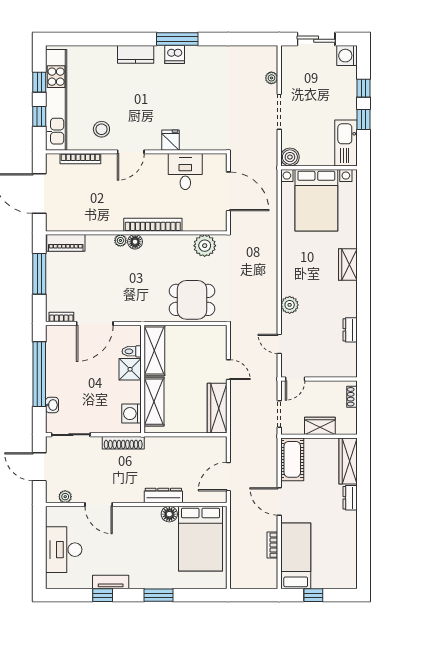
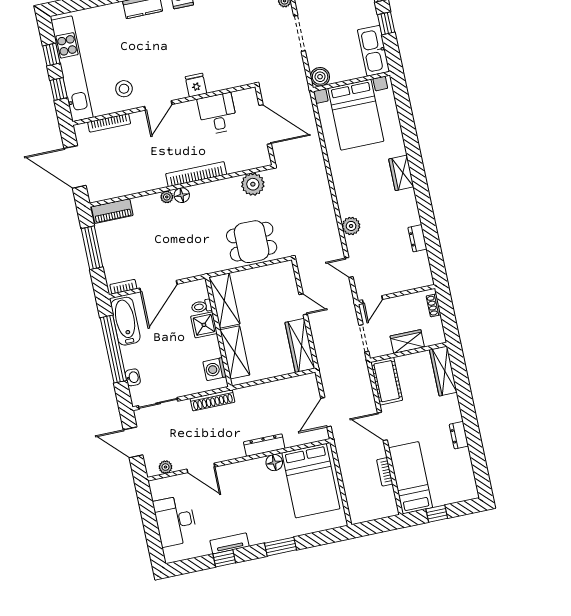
bathtub: (56, 350) -> (126, 321), added
dresser: (350, 498) -> (459, 435), moved

